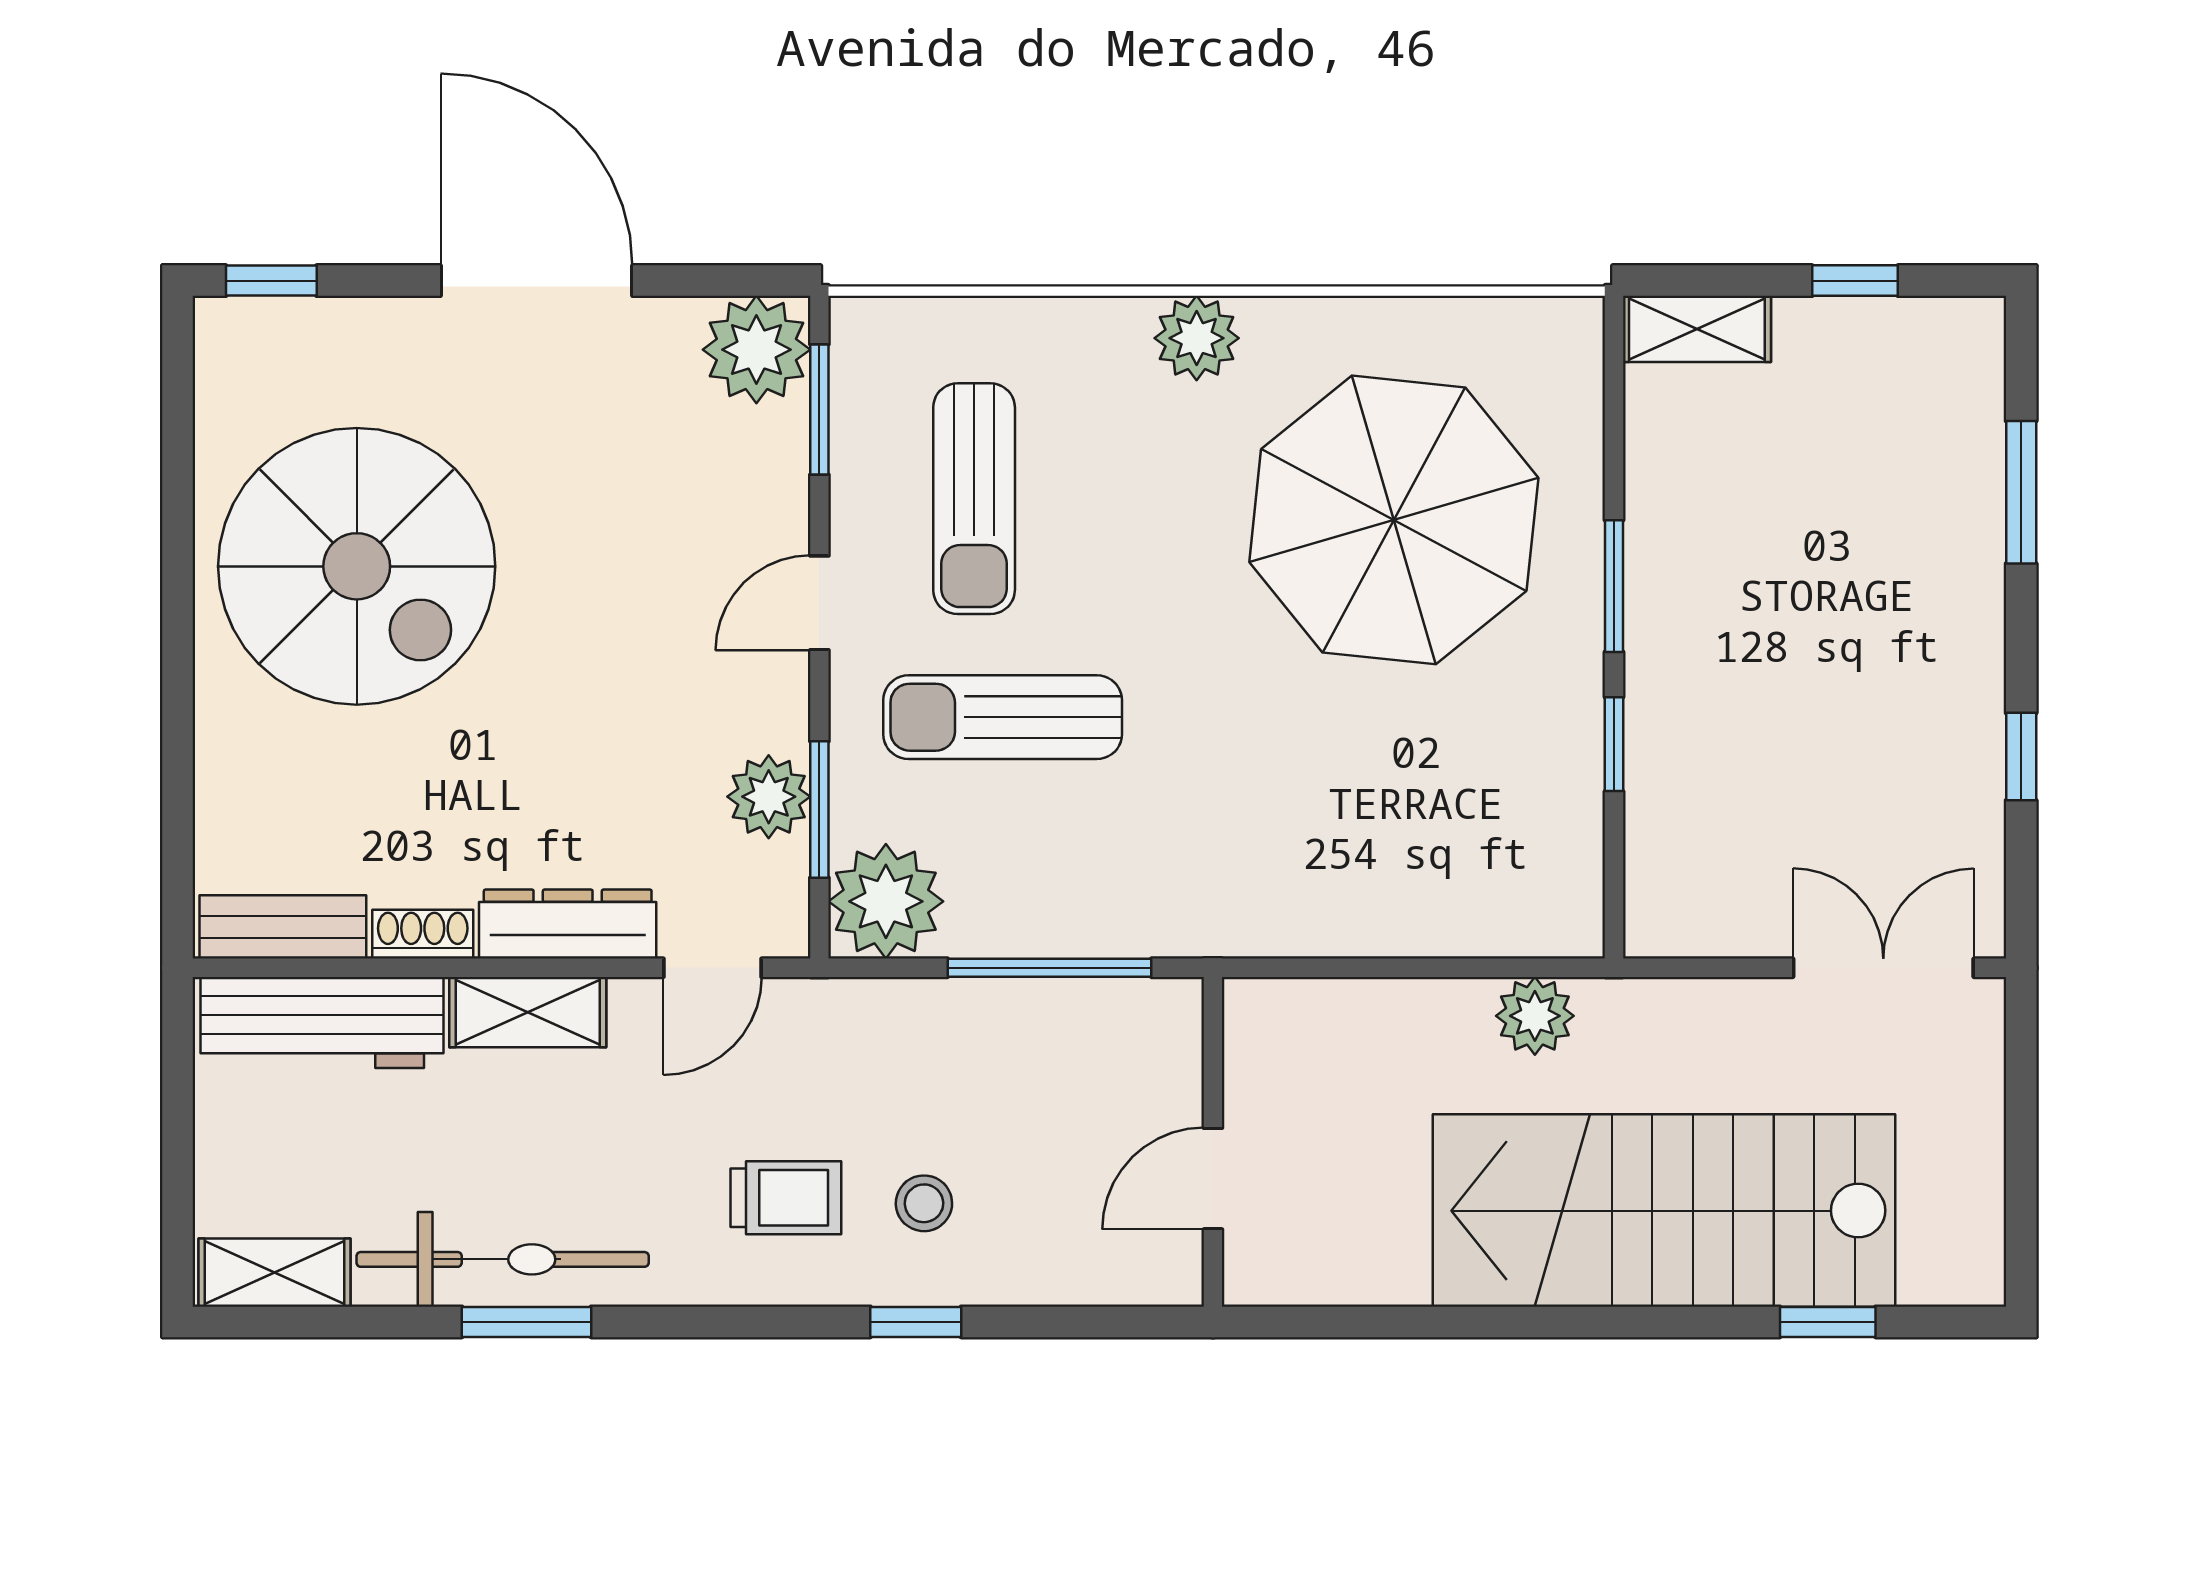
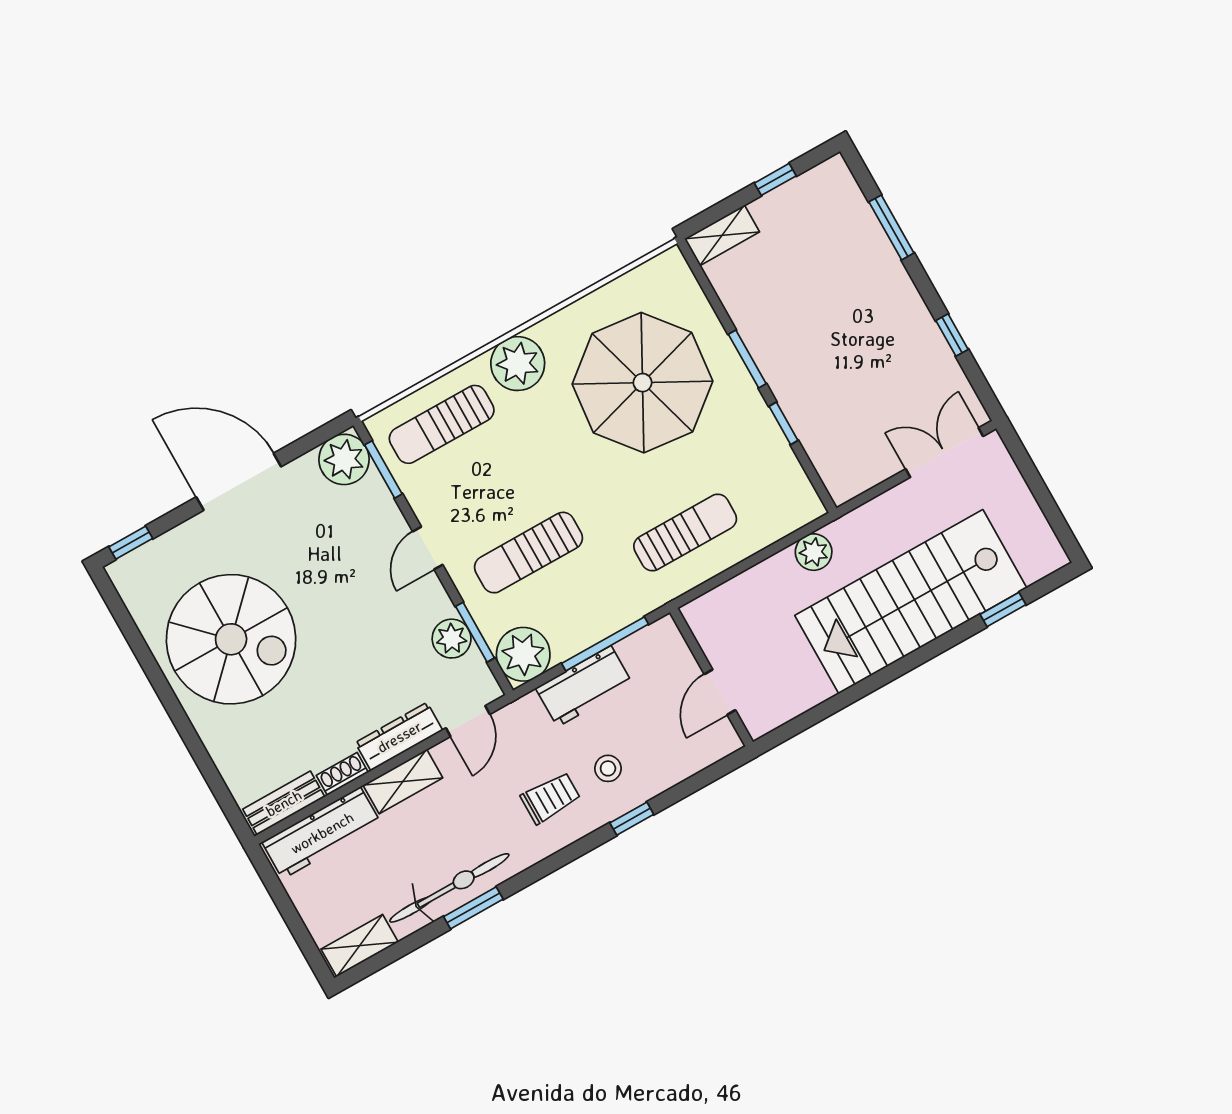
plant: (1197, 338) -> (518, 364), width x1.36, depth x1.36
sun lounger: (974, 499) -> (442, 424), moved, turned 90
sun lounger: (1316, 844) -> (685, 533), added
workbench: (966, 1025) -> (584, 686), added

